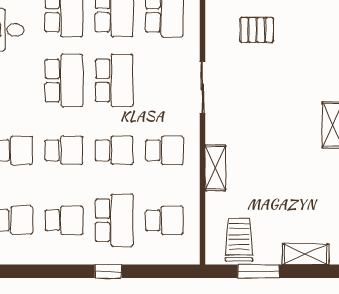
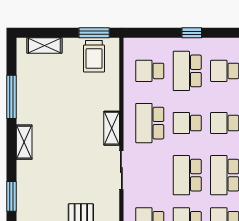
school desk: (164, 150) -> (150, 123), width x1.85
shelving: (215, 168) -> (112, 128), moved
window: (258, 271) -> (94, 33), moved

